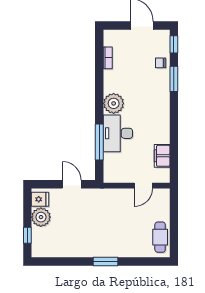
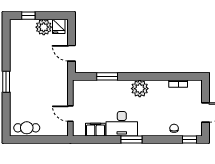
window: (174, 79) -> (132, 139), moved
desk: (118, 133) -> (122, 124), moved, turned 180
window: (99, 142) -> (107, 76), width x0.69
door: (72, 184) -> (71, 53), swing flipped

